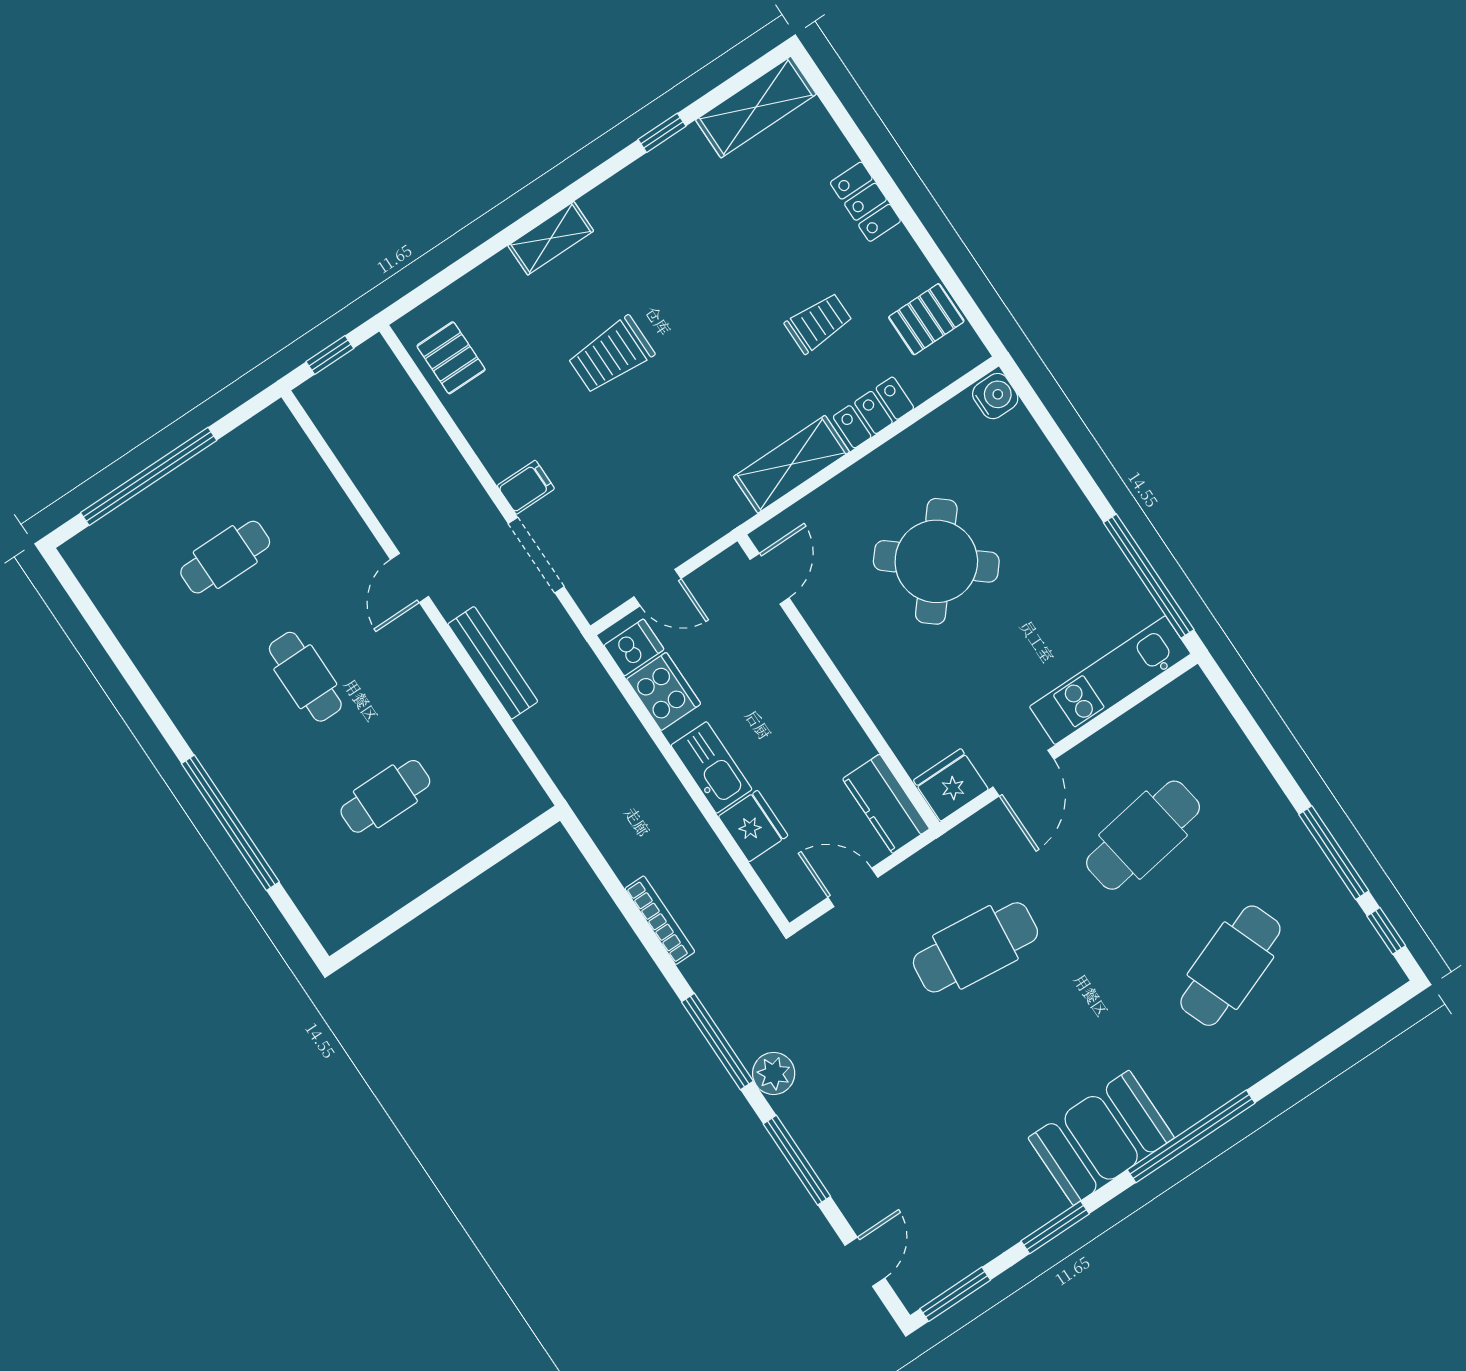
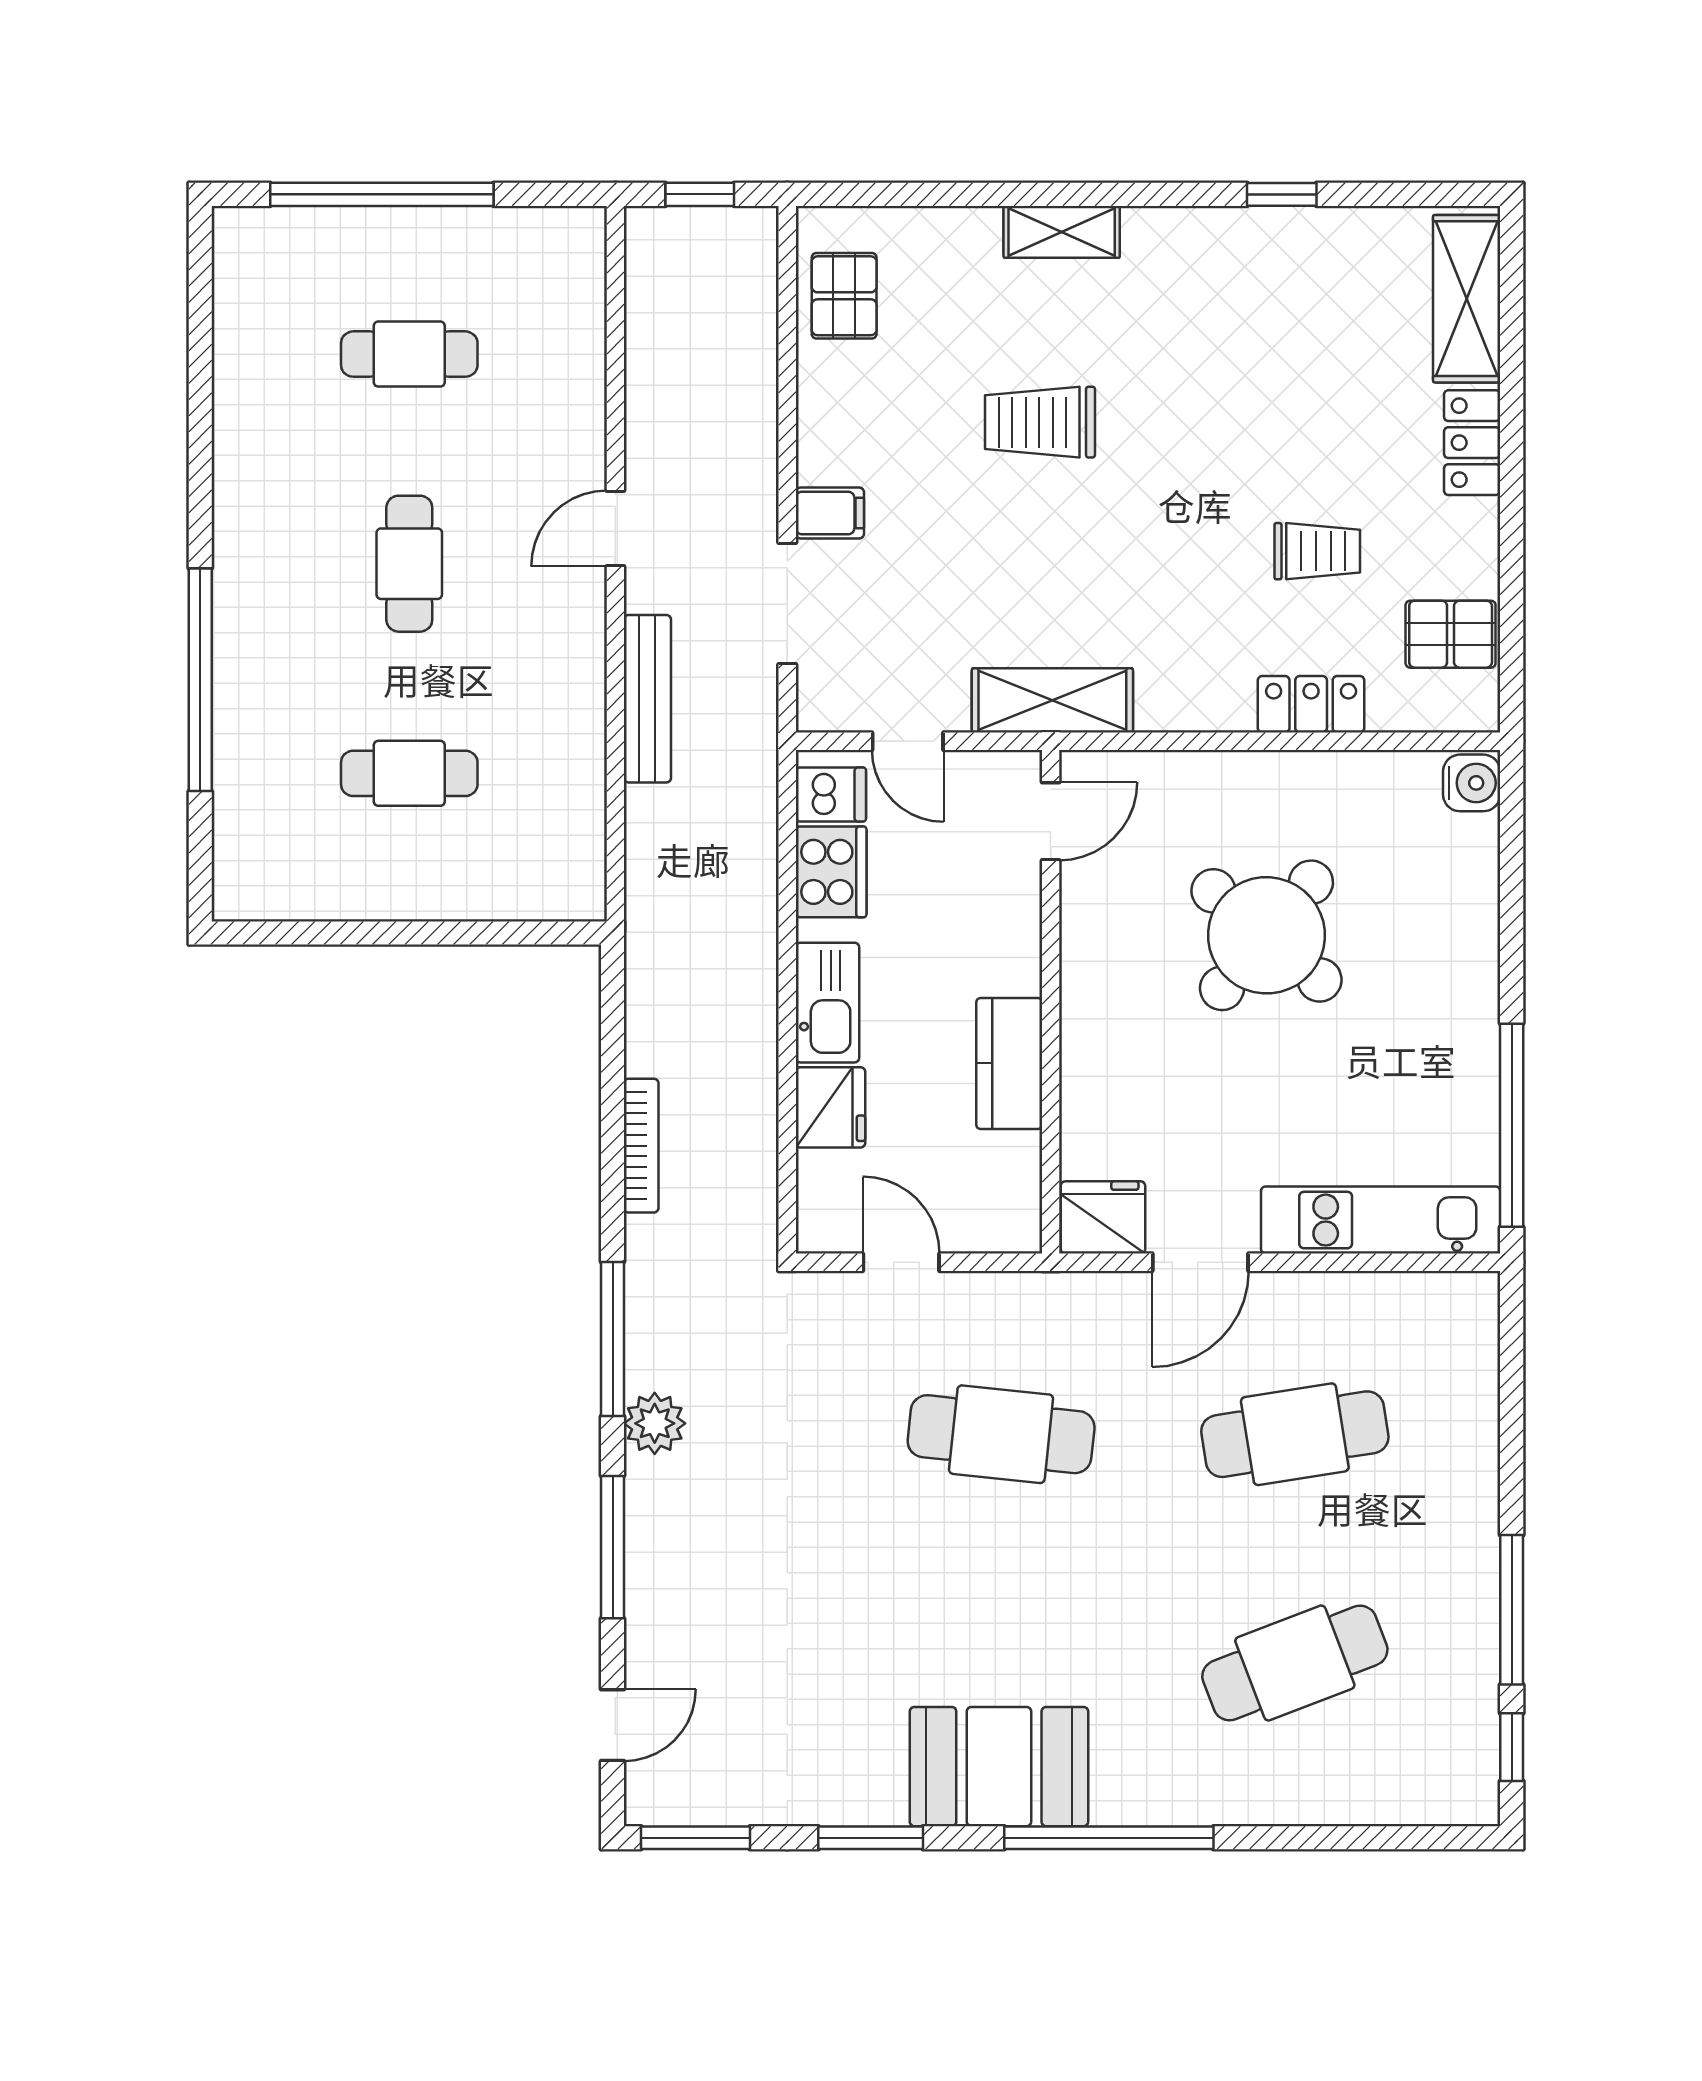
shelving: (756, 107) -> (1467, 299), moved, turned 90
shelving: (791, 464) -> (1052, 700), moved
kitchen counter: (886, 804) -> (1009, 1063), moved

